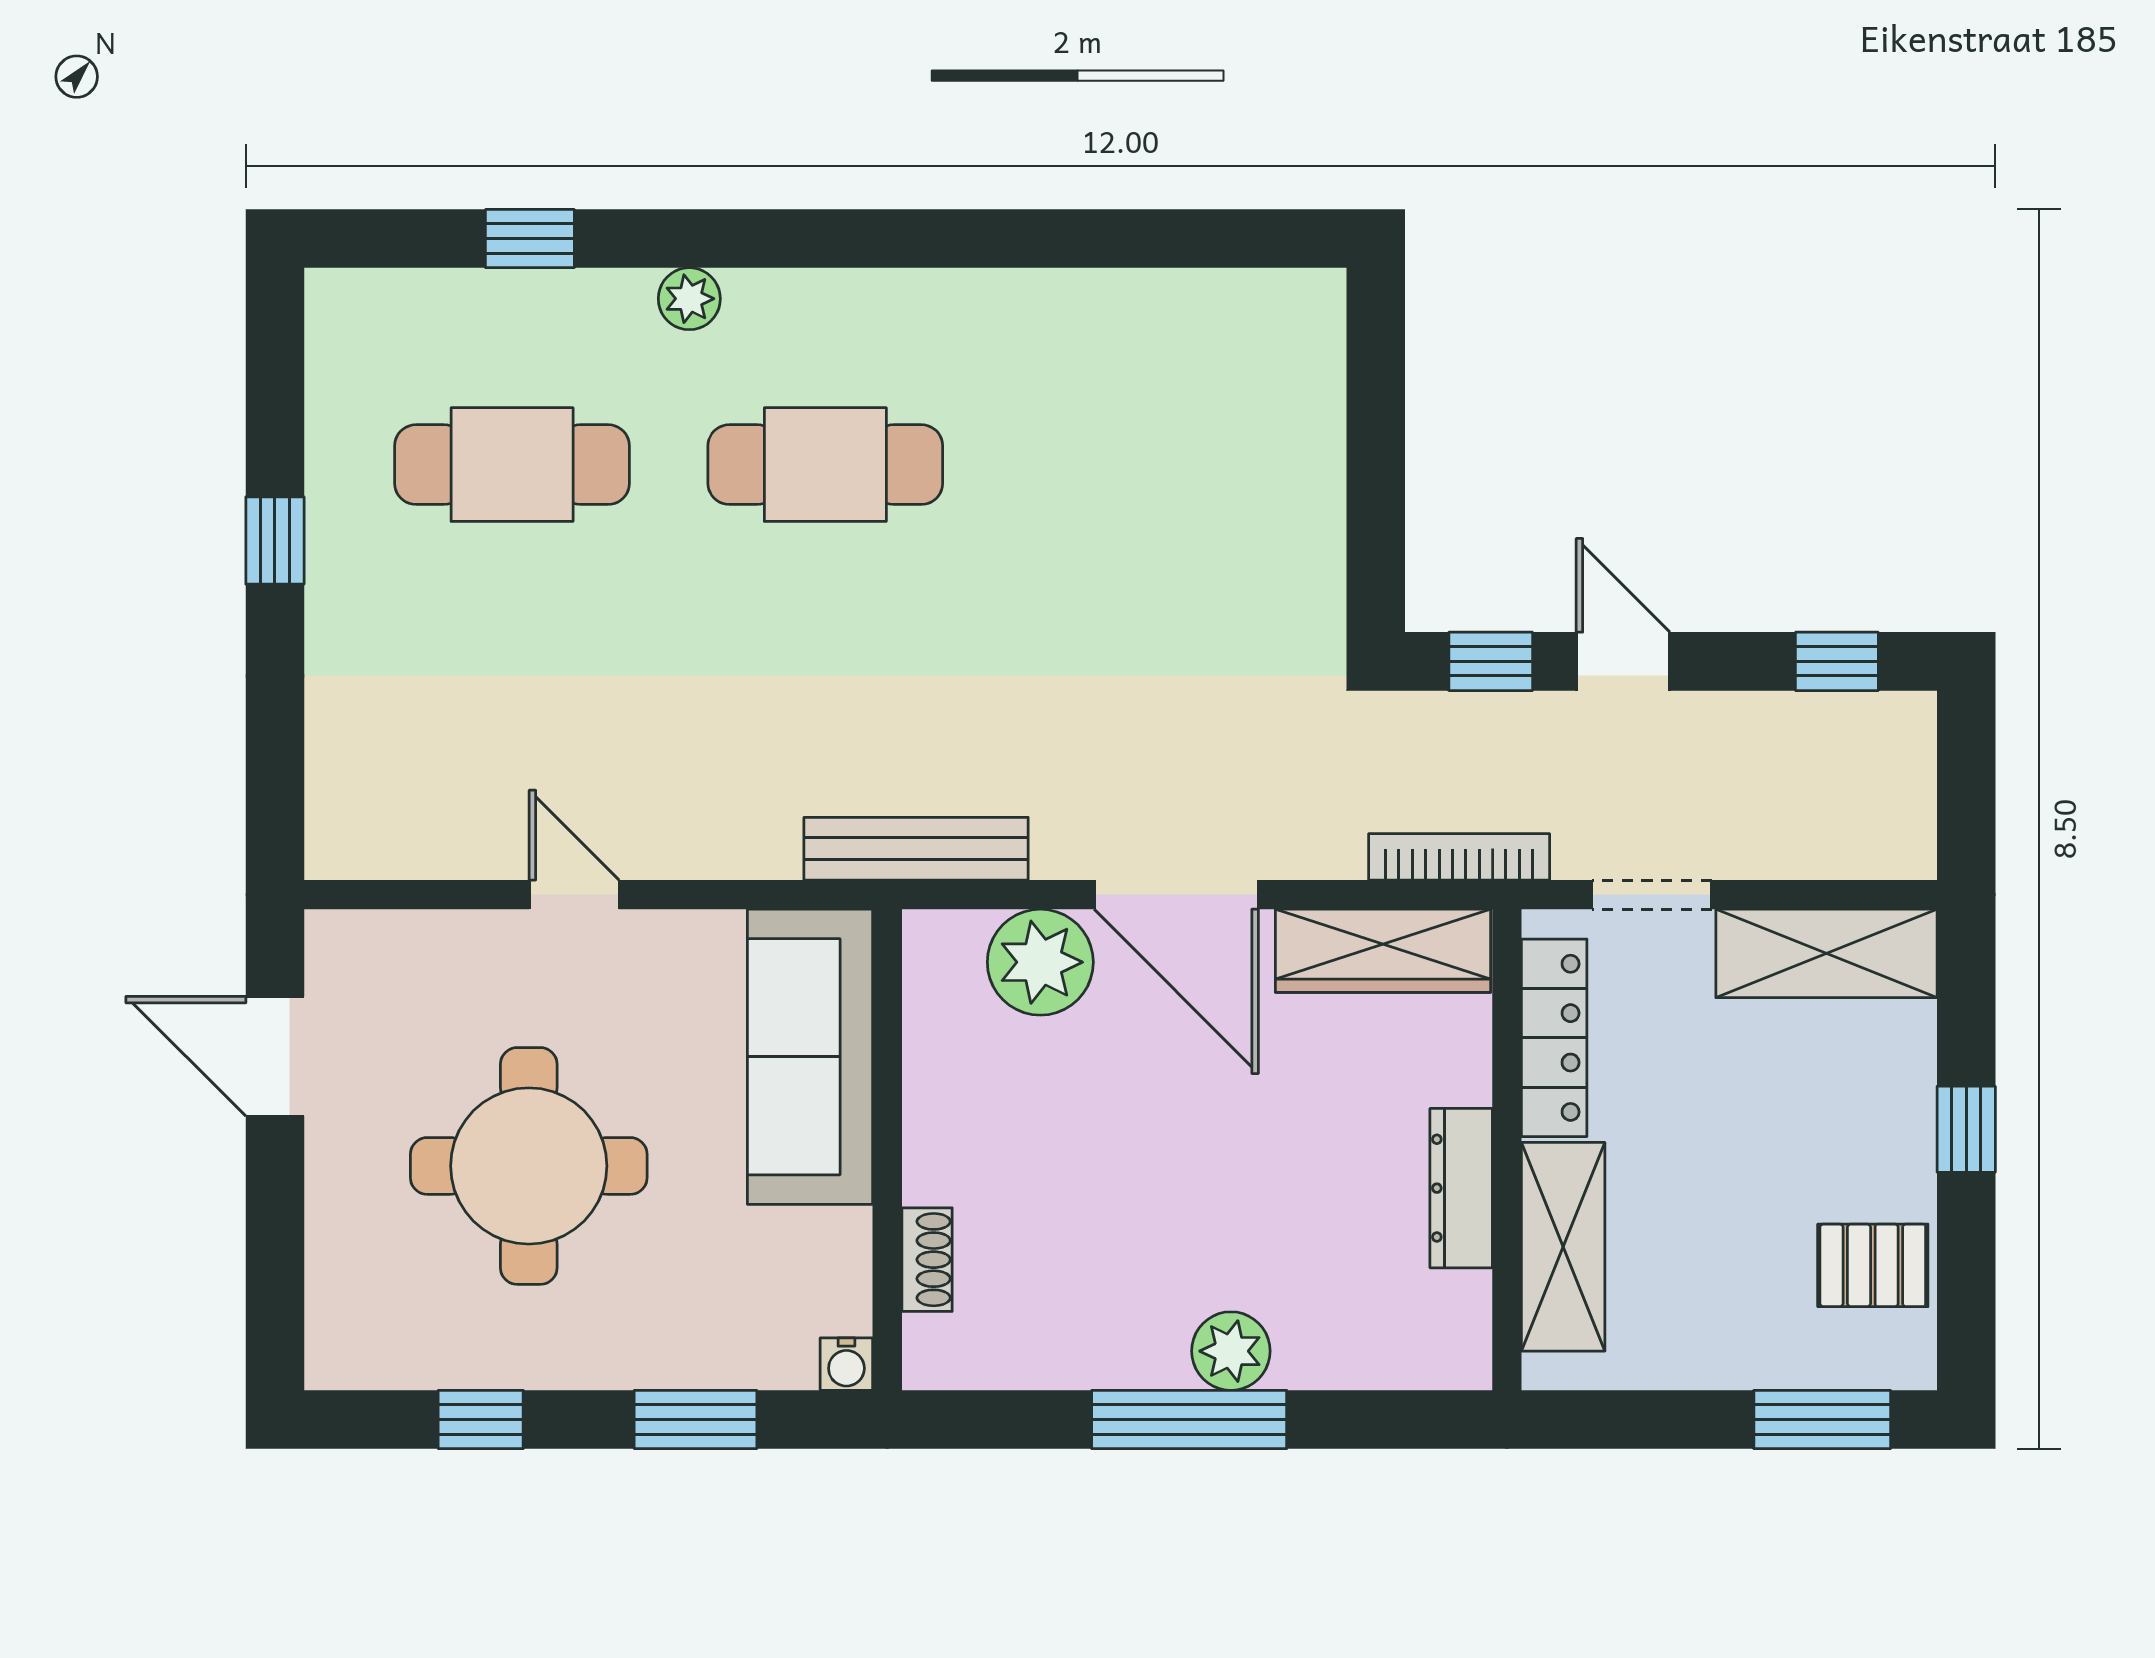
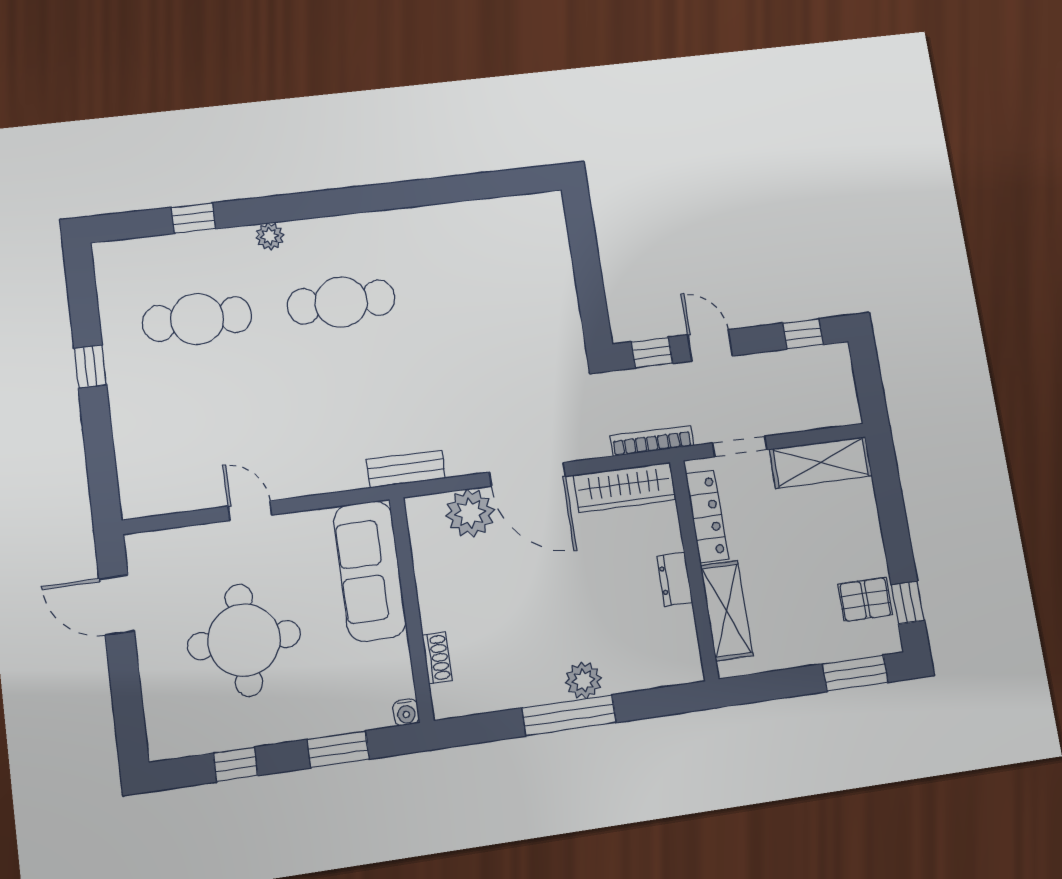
bench: (916, 849) -> (406, 469), width x0.73
window: (1966, 1129) -> (908, 603), moved
dresser: (1461, 1188) -> (675, 579), width x0.70

